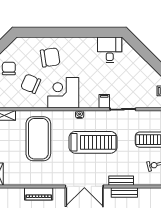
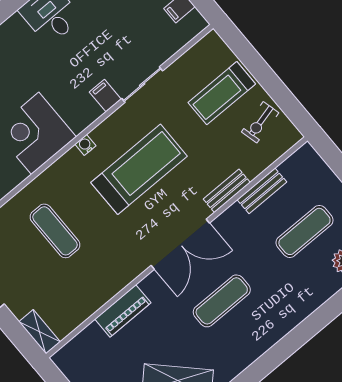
exercise mat: (38, 139) -> (55, 231), width x0.50, depth x0.69
bench: (124, 193) -> (262, 191), moved

